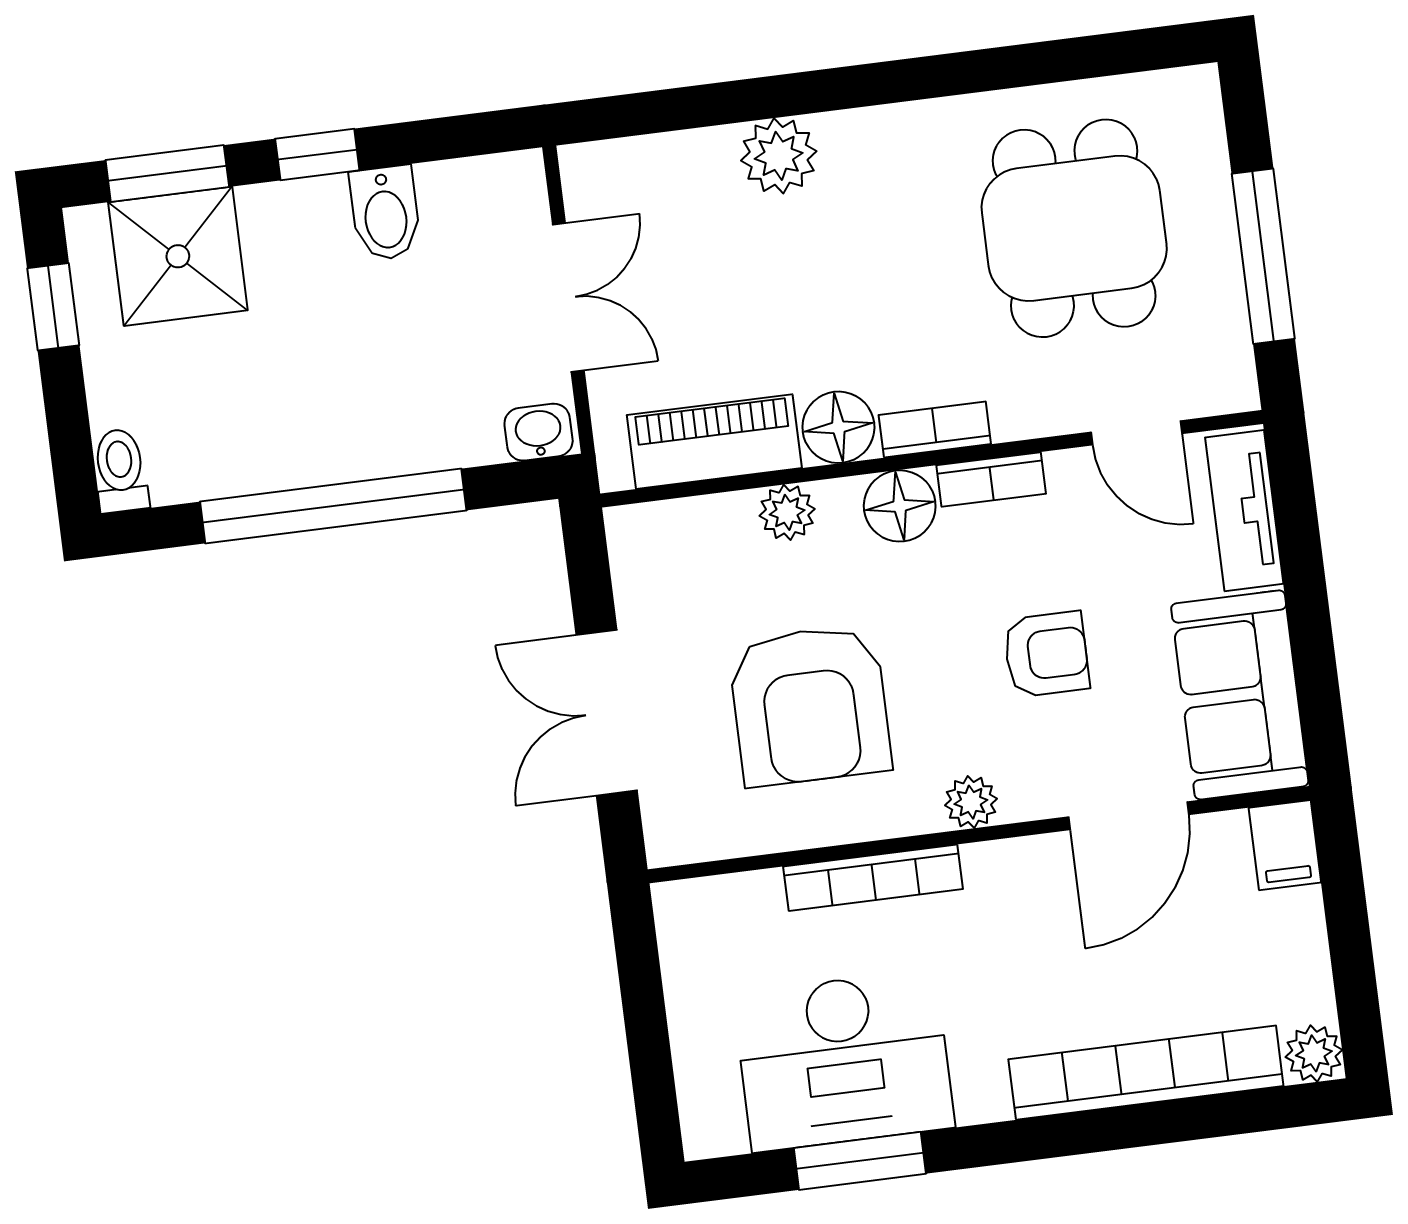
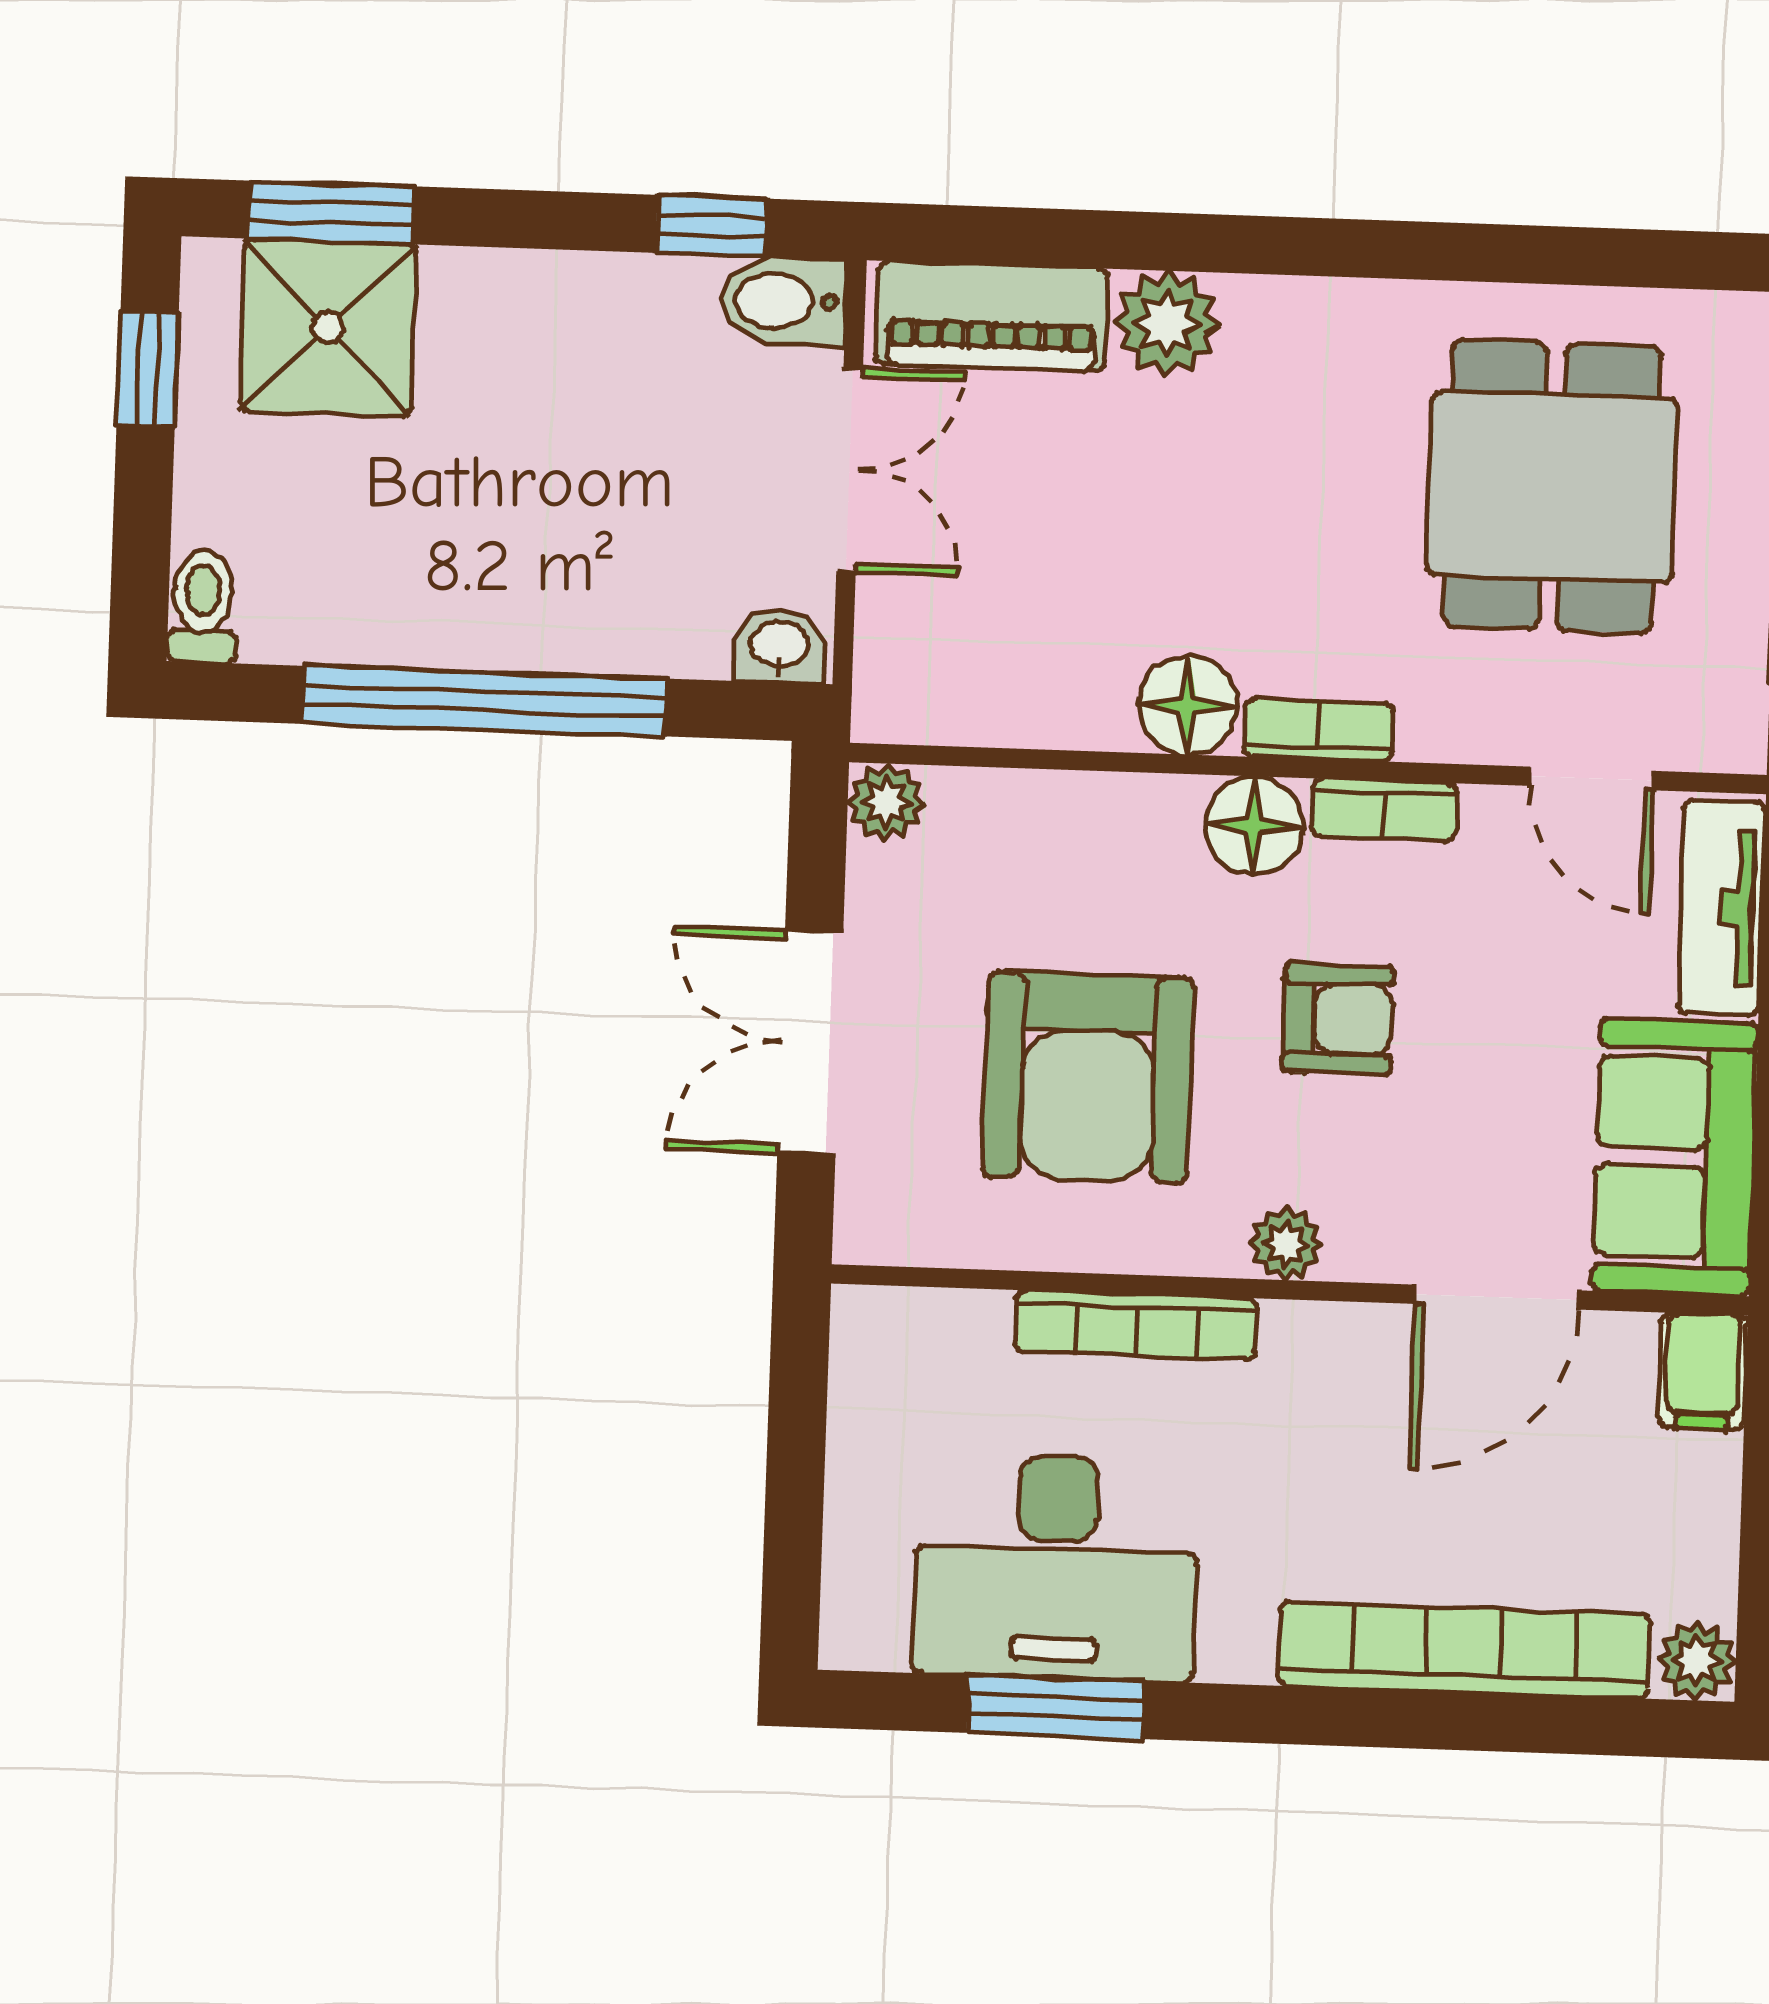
window: (317, 154) -> (711, 226), moved
bidet: (385, 213) -> (783, 301), moved, turned 90
piano: (714, 442) -> (992, 316), moved, turned 180
plant: (787, 512) -> (886, 802), moved
armchair: (1046, 654) -> (1338, 1019), moved

